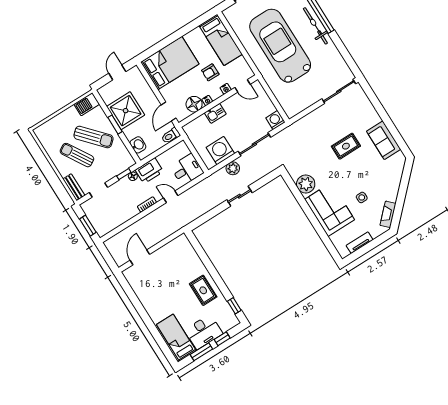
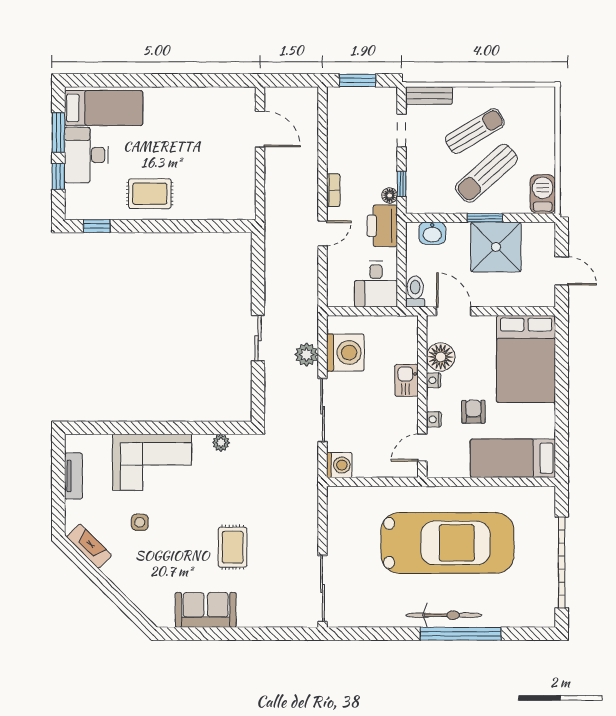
desk: (187, 170) -> (376, 284), moved
plant: (306, 184) -> (221, 443), width x0.53, depth x0.53

